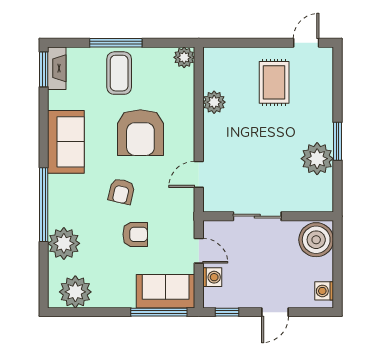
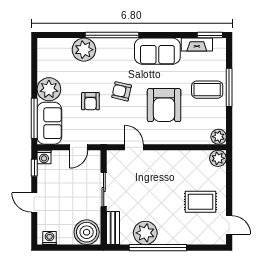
fireplace: (57, 68) -> (197, 45), moved
plant: (214, 102) -> (218, 158), moved
armchair: (140, 133) -> (164, 105), turned -90
window: (337, 141) -> (158, 248), width x2.11
bench: (310, 203) -> (113, 228), added
washing machine: (212, 277) -> (44, 157), moved
plant: (75, 292) -> (49, 89), moved

